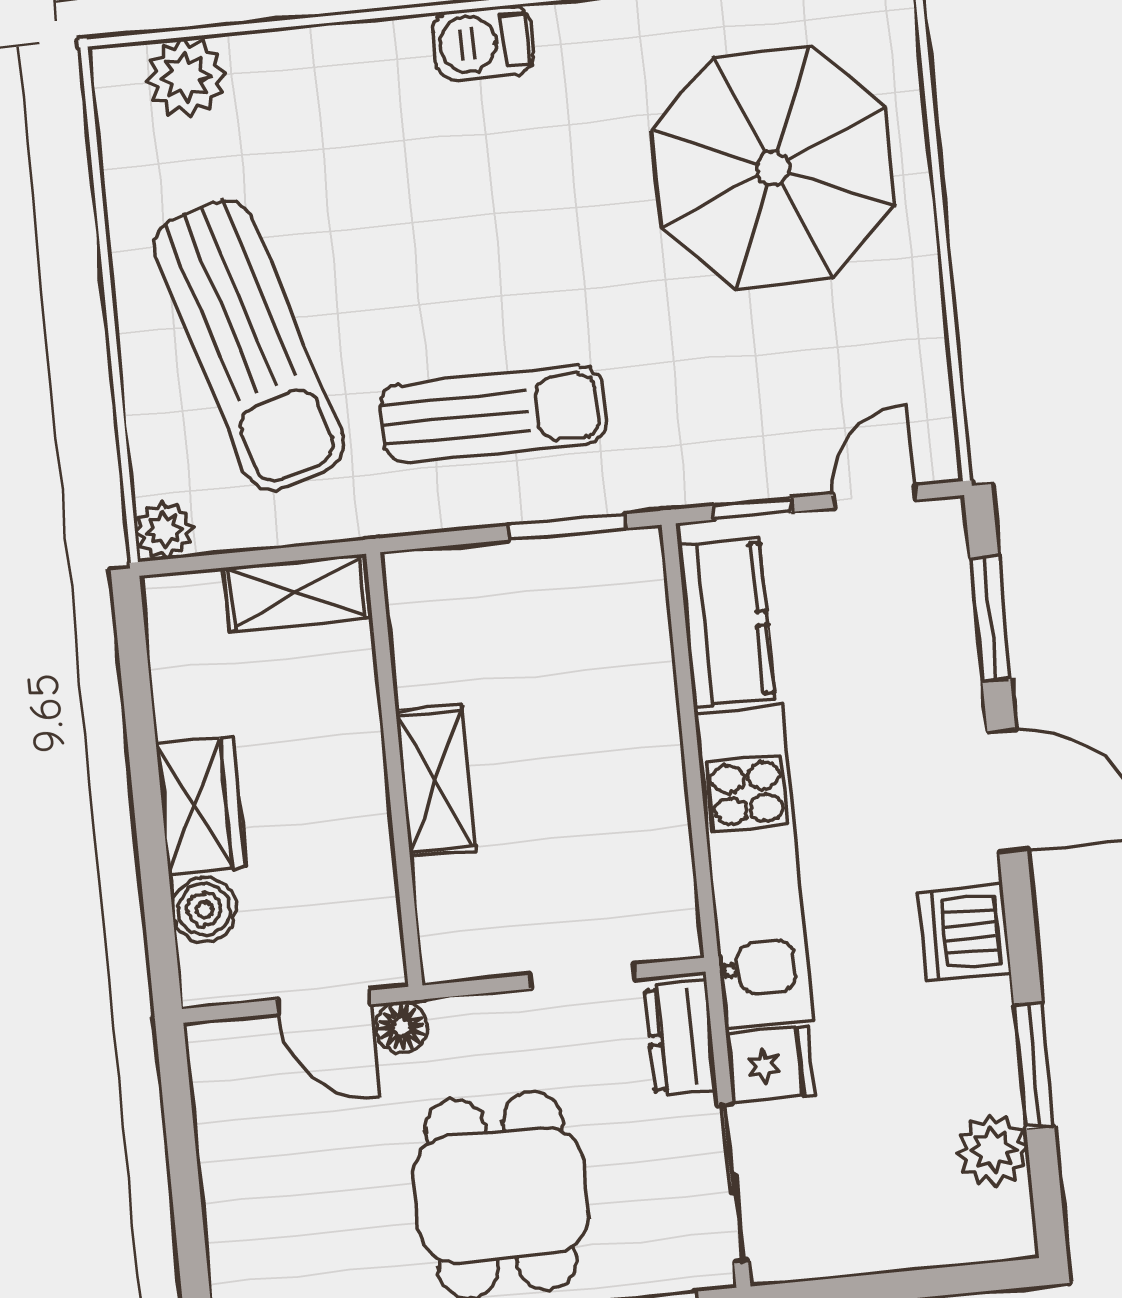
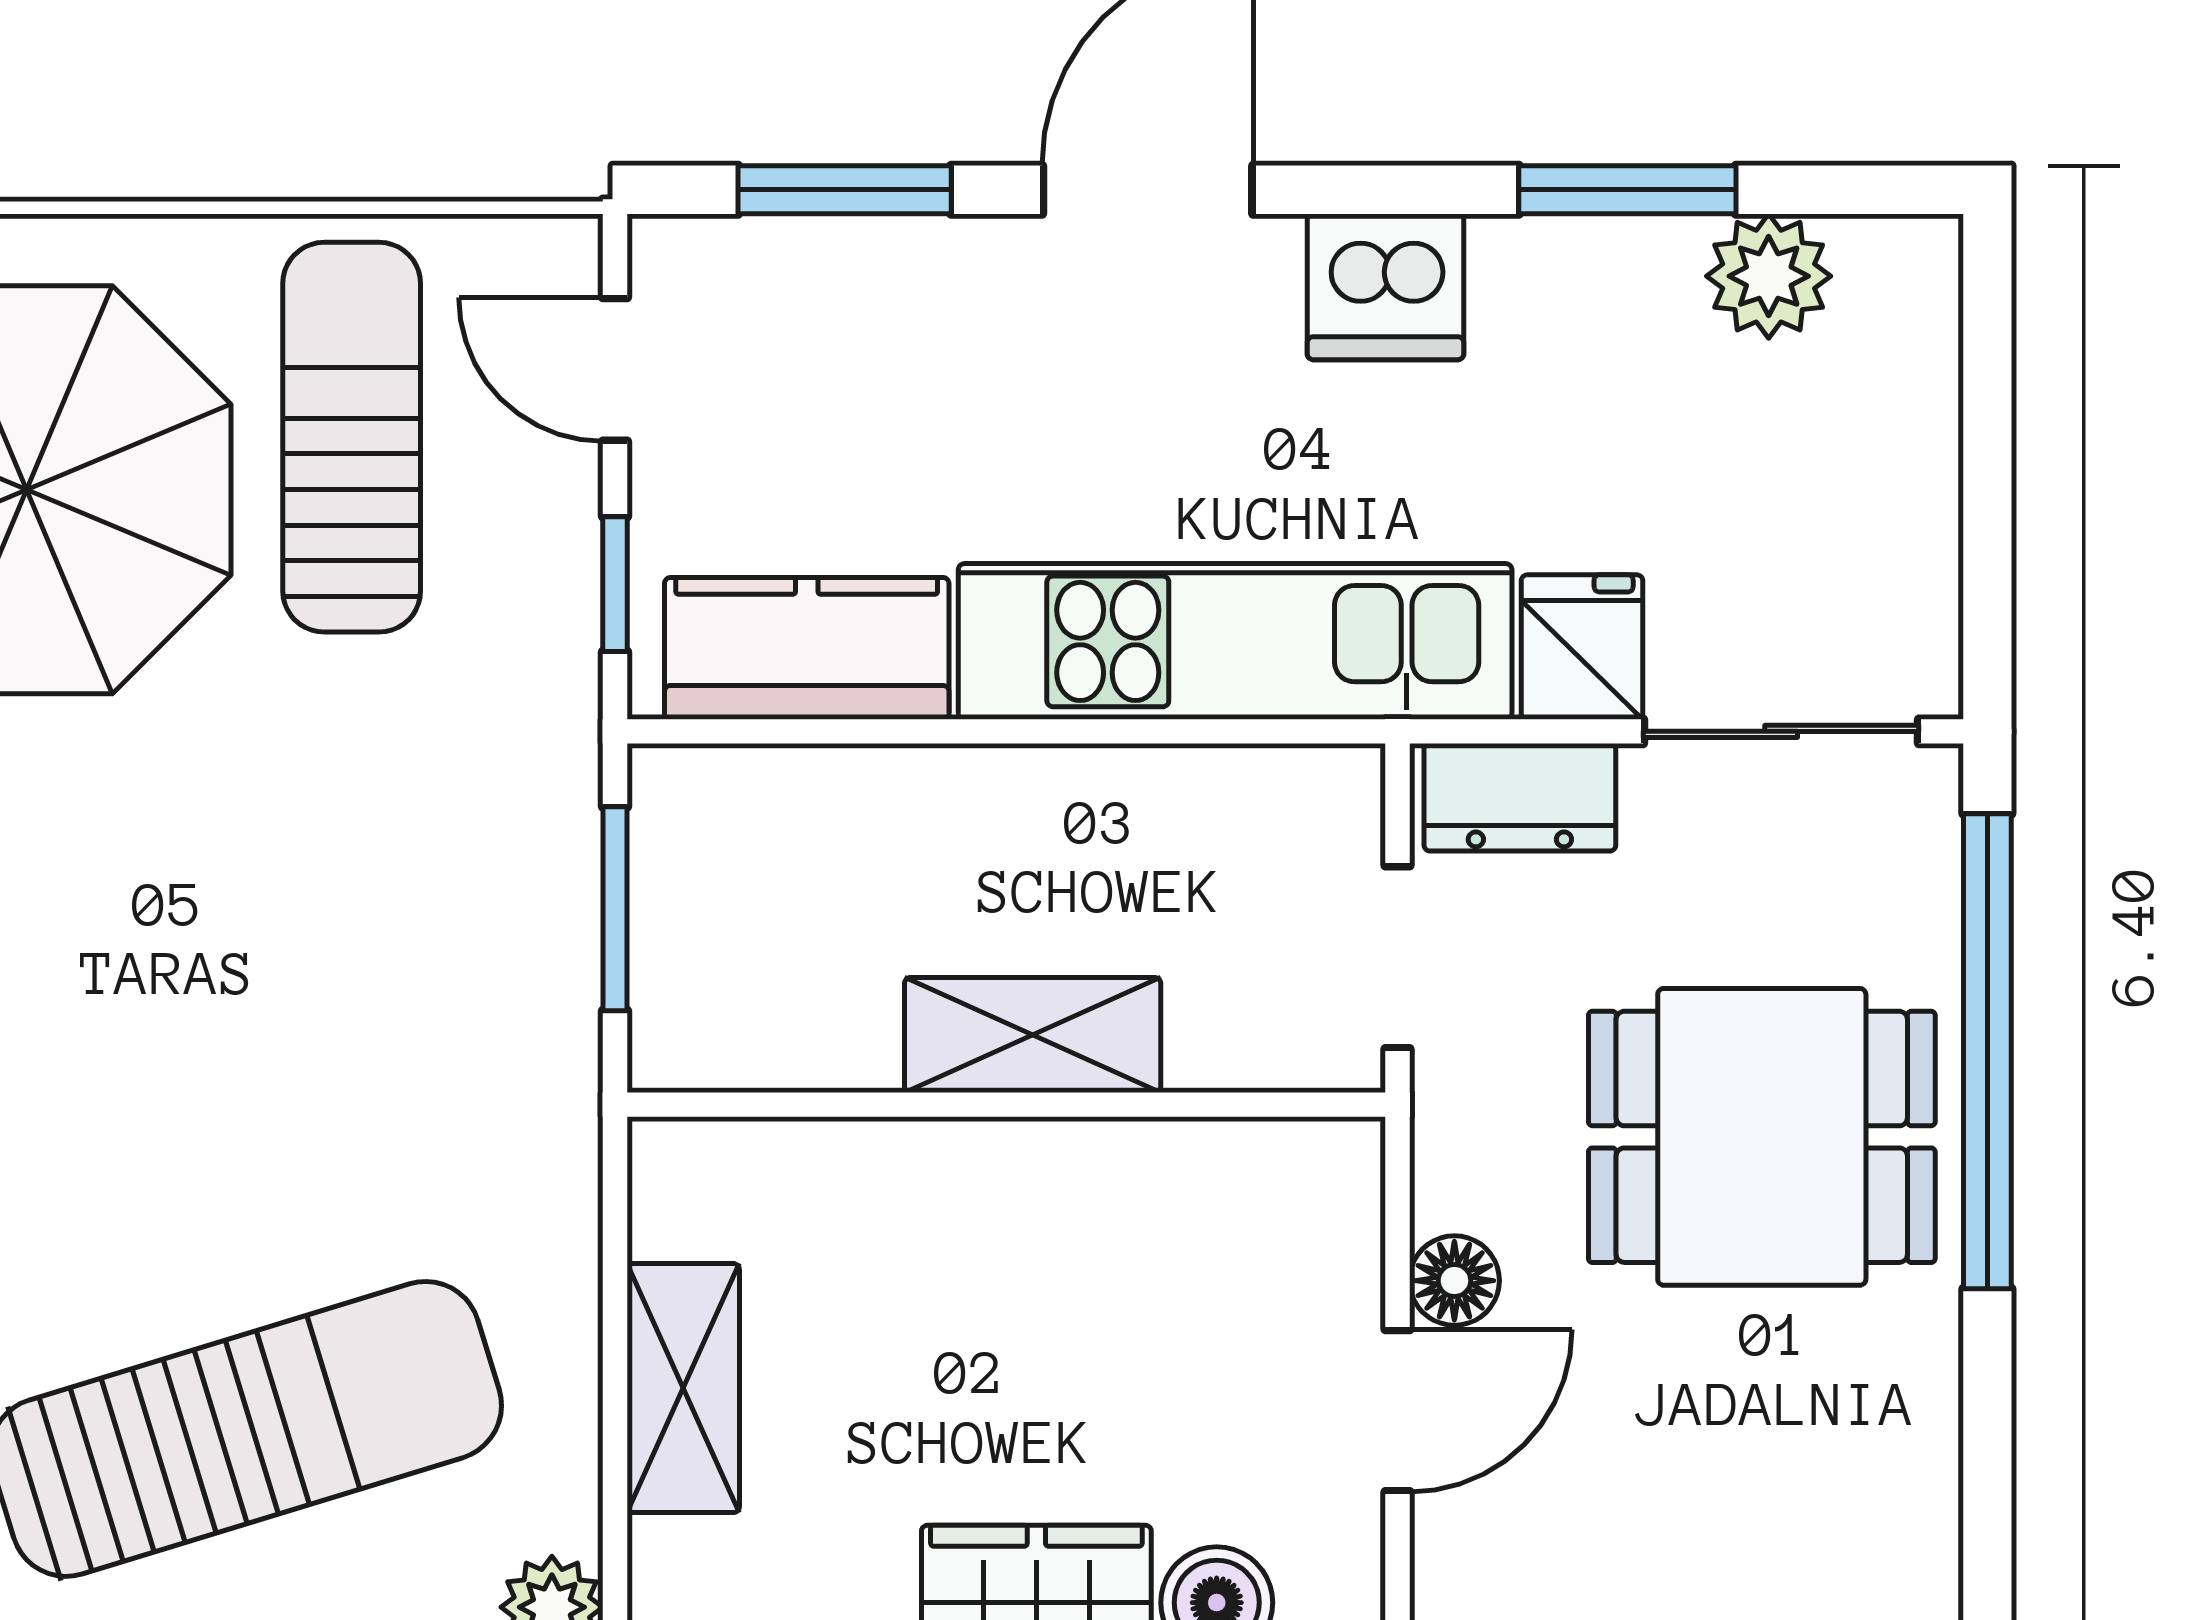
sun lounger: (493, 414) -> (352, 437), moved
wall: (394, 770) -> (1006, 1105), moved
shelving: (436, 781) -> (1033, 1035), moved

